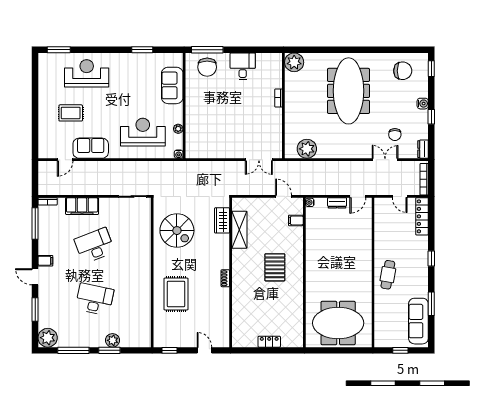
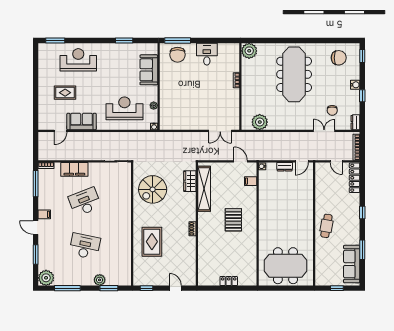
shelving: (239, 230) -> (204, 189), width x1.47
spiral stairs: (177, 231) -> (153, 189), turned 90
window: (109, 350) -> (109, 288), moved

